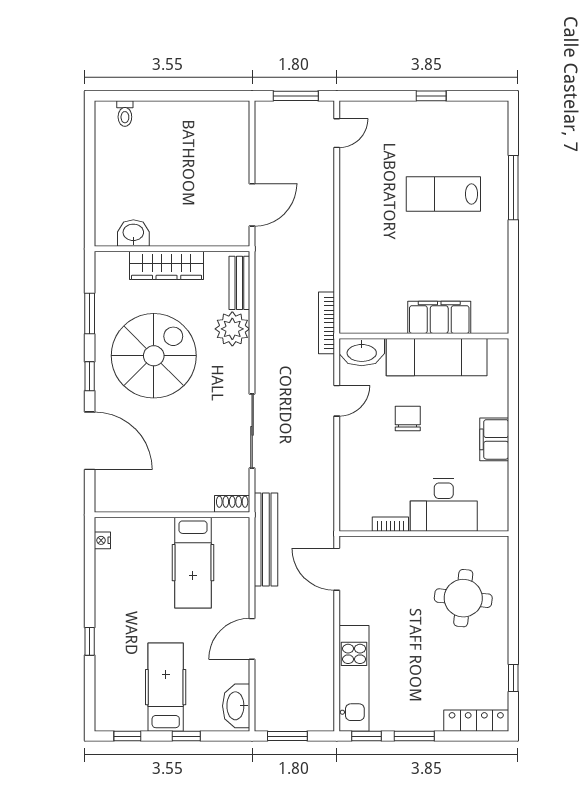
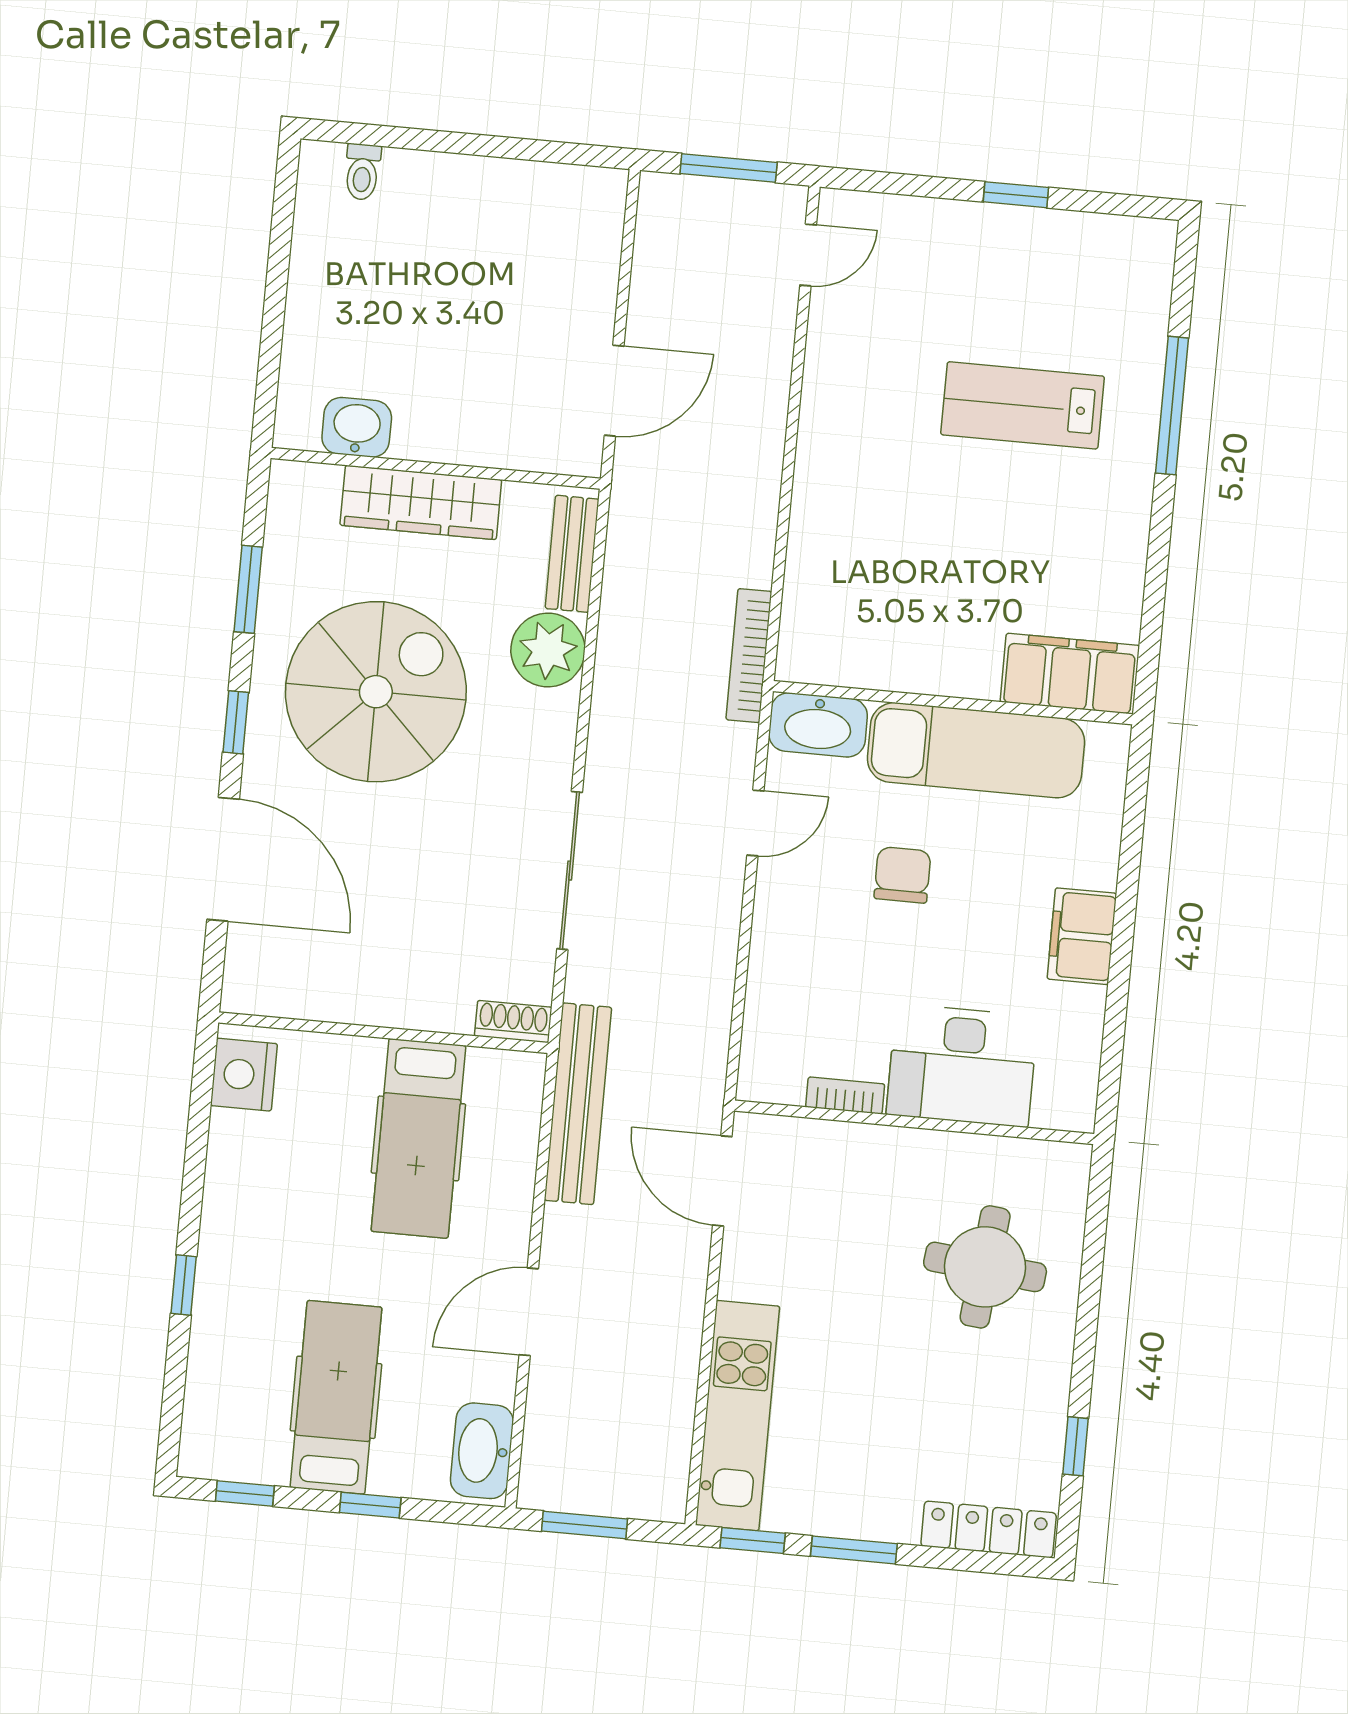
filing cabinet: (439, 317) -> (1070, 674), moved
nightstand: (102, 540) -> (244, 1075), width x1.89, depth x1.79

